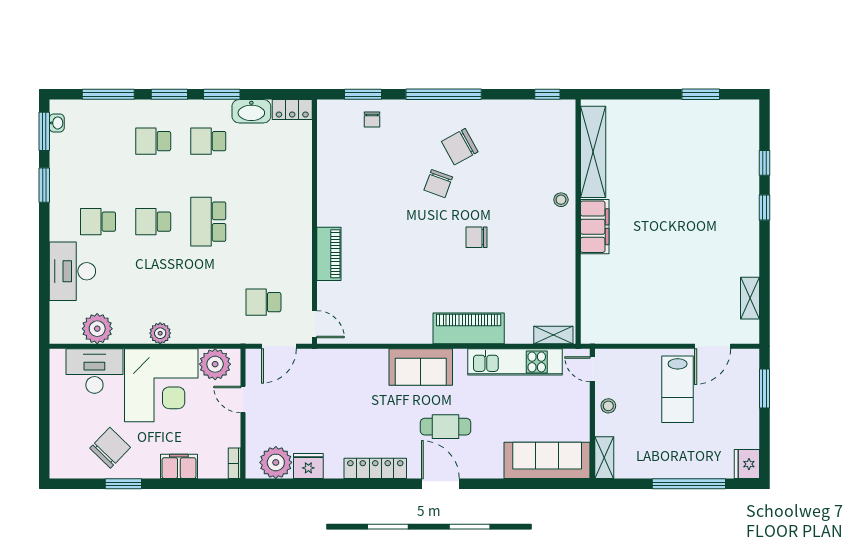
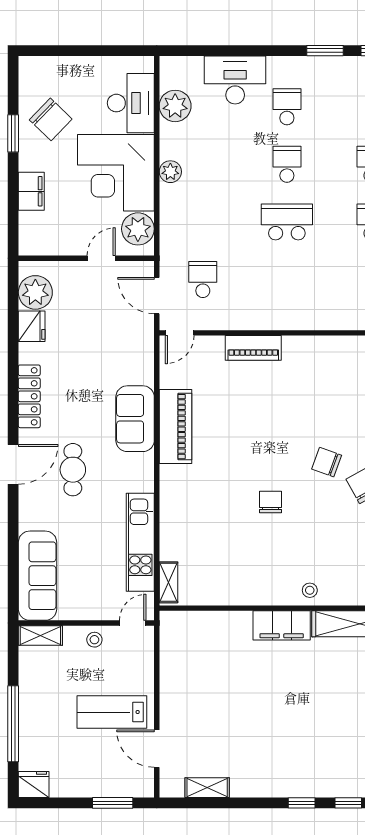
piano: (469, 328) -> (175, 427), moved
sofa: (421, 367) -> (135, 419), moved
bookcase: (234, 463) -> (35, 249), removed

